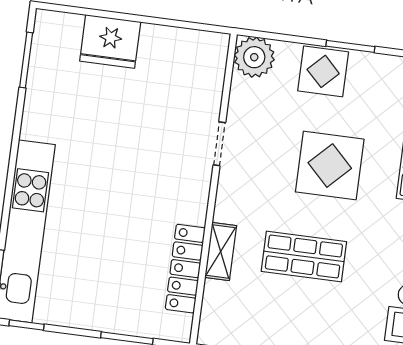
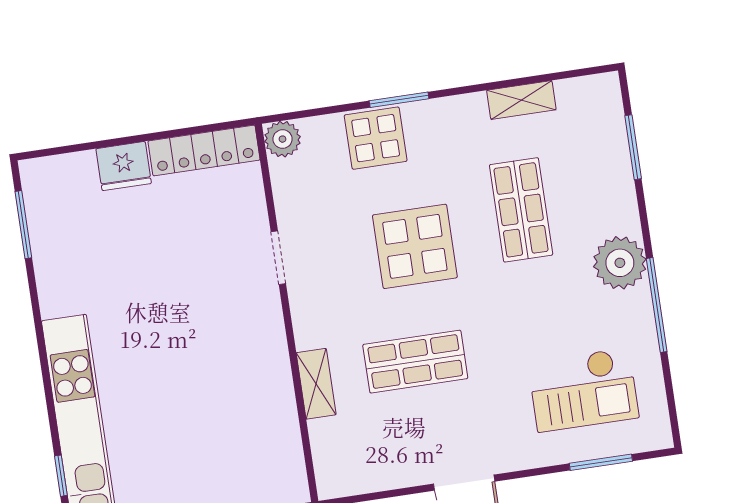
fridge: (110, 41) -> (124, 166), width x0.73, depth x0.75
plant: (254, 57) -> (283, 139), width x0.73, depth x0.73
locker: (185, 269) -> (204, 150), moved, turned -90

